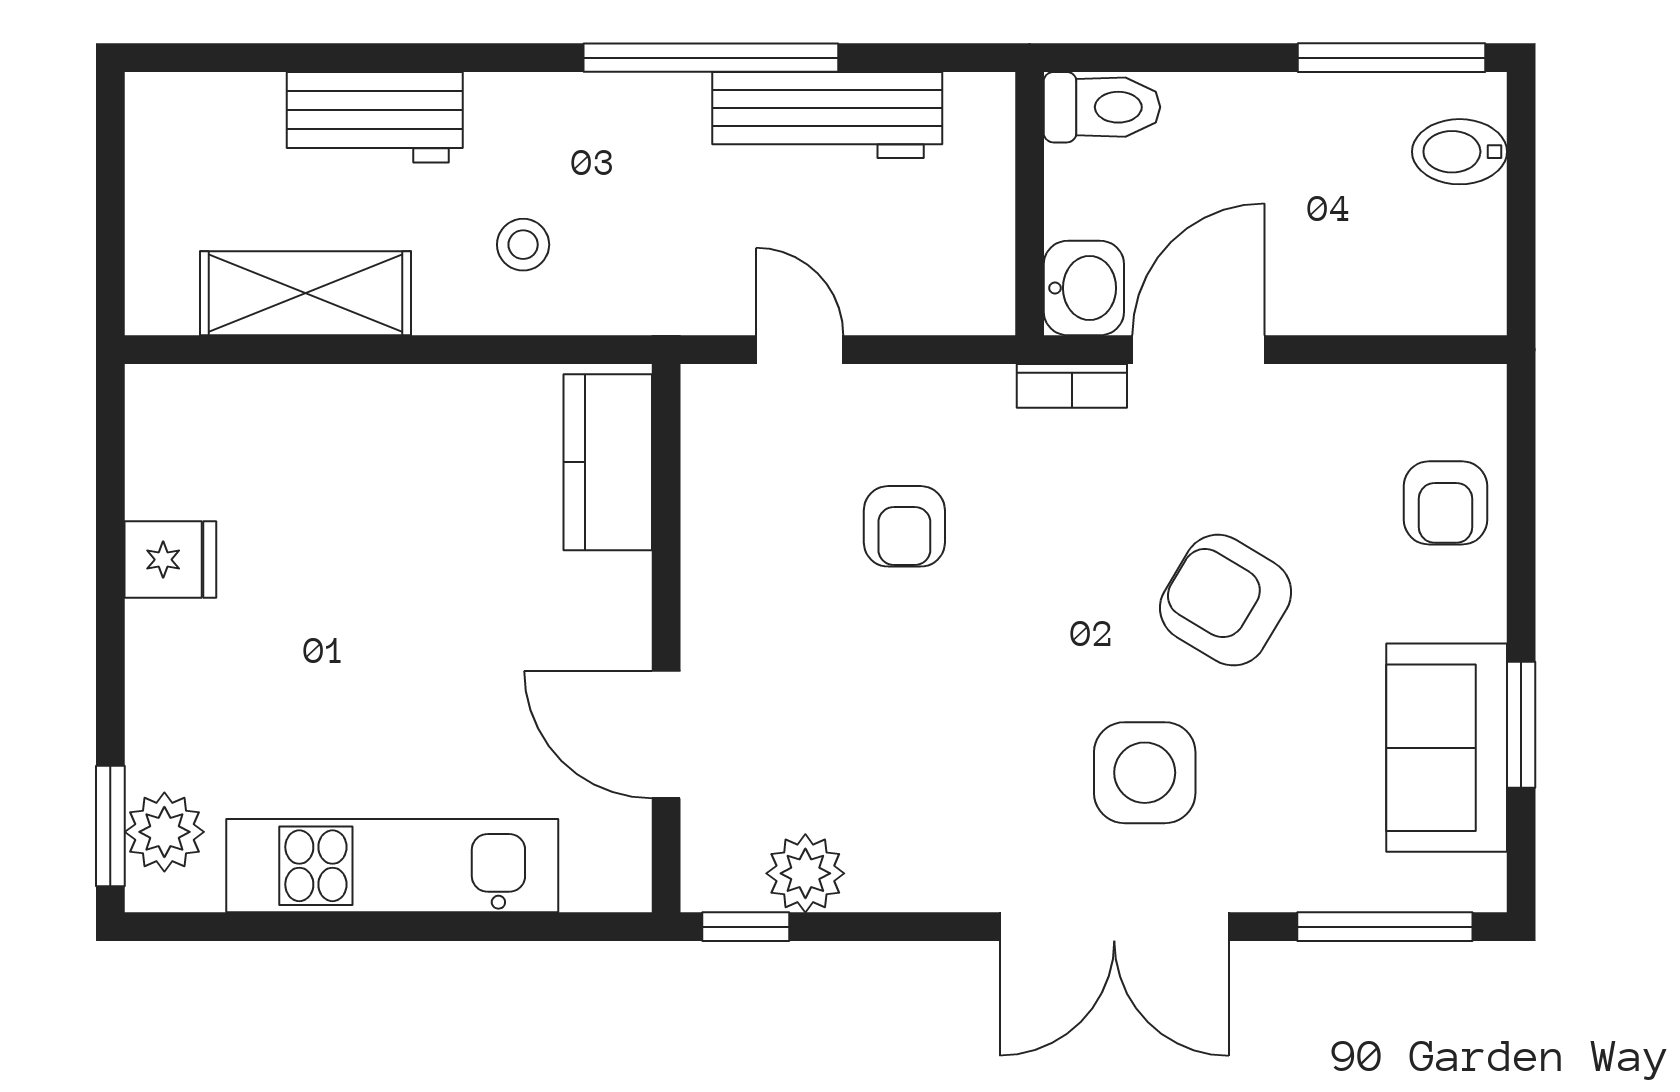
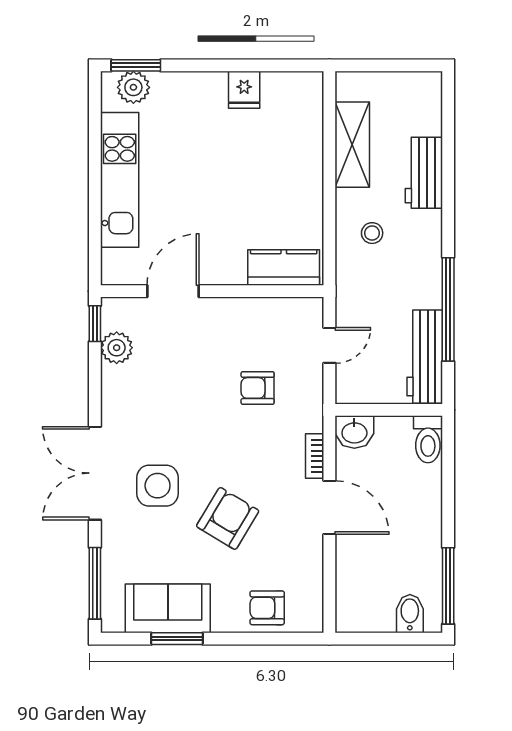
toilet: (1102, 107) -> (428, 439), moved
wall: (1030, 204) -> (389, 410), moved
washbasin: (1084, 288) -> (354, 432), moved

